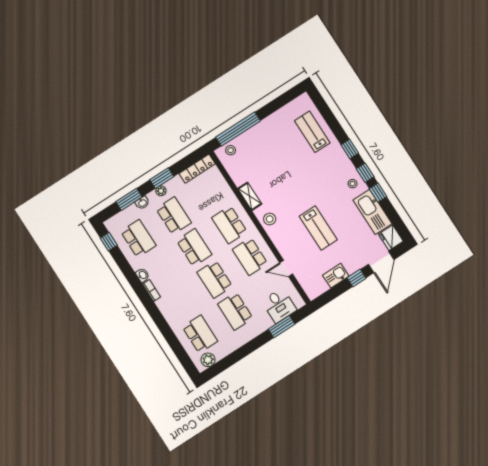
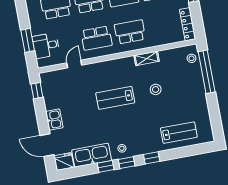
stool: (270, 219) -> (156, 89), moved
lab bench: (318, 228) -> (115, 98), moved
school desk: (250, 256) -> (97, 38), turned 180
kitchen sink: (336, 276) -> (54, 120), moved
window: (357, 278) -> (37, 91), moved

